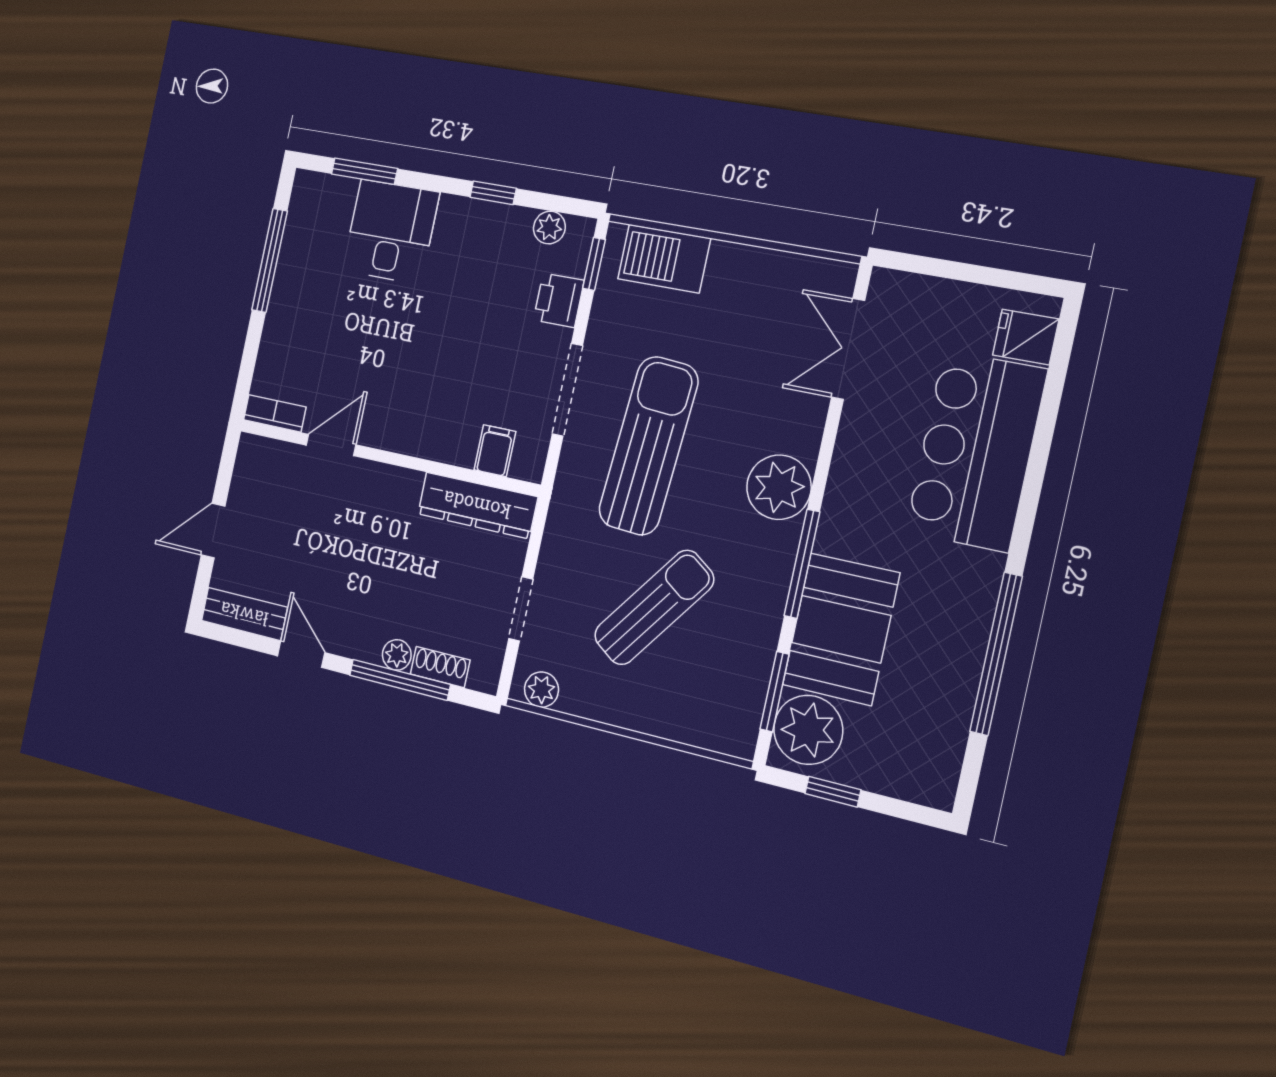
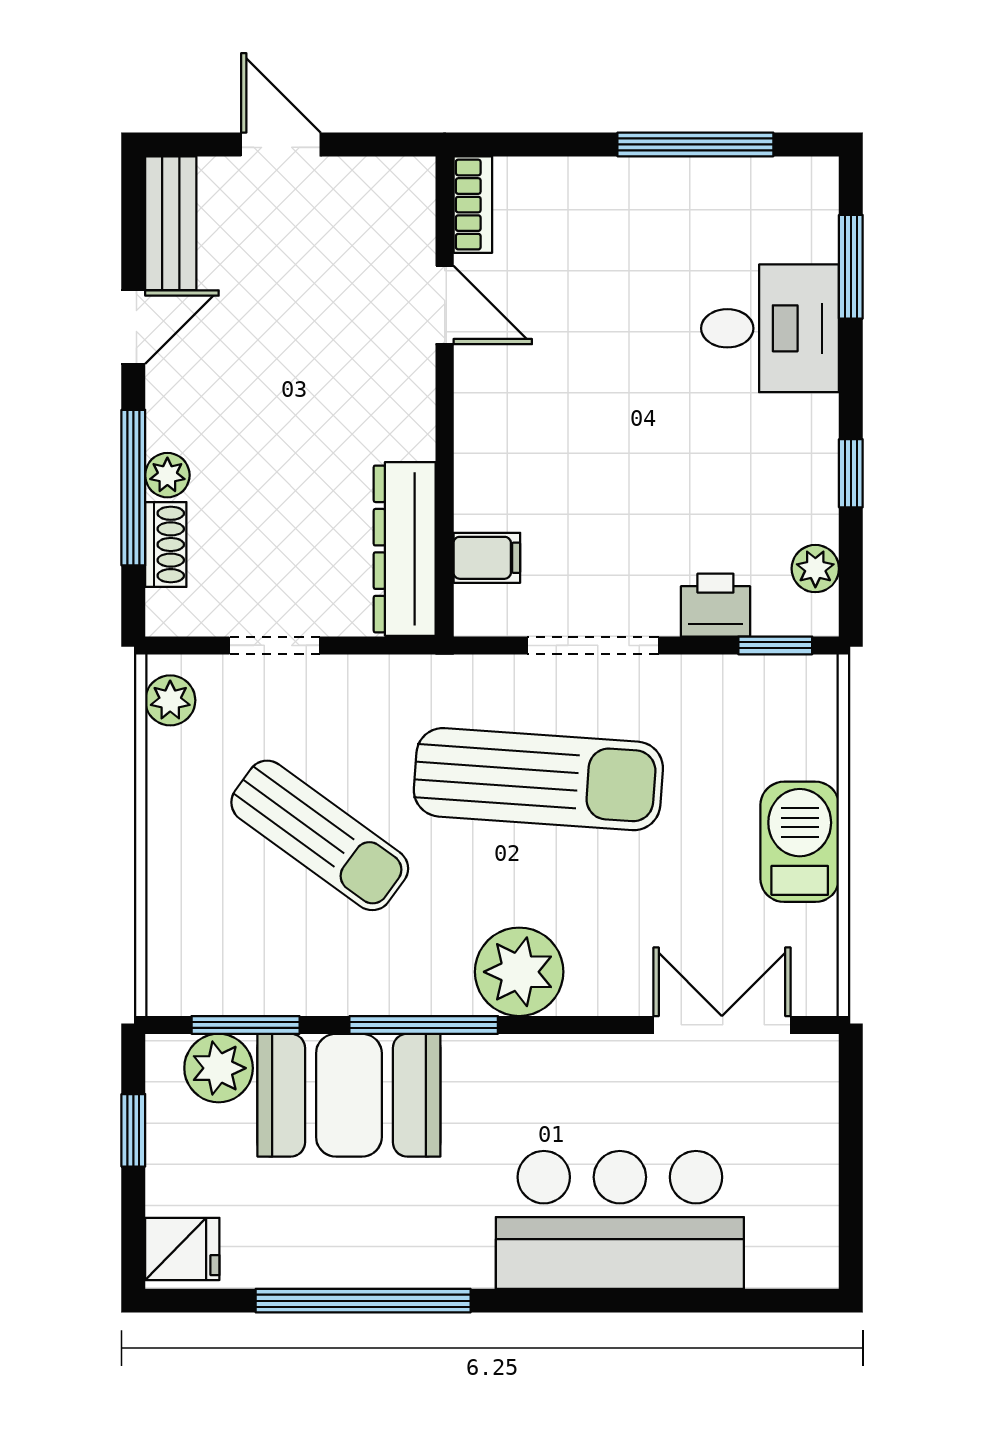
barbecue: (664, 259) -> (800, 842), moved
fridge: (1026, 337) -> (182, 1249), moved, turned 90
plant: (808, 730) -> (219, 1068), width x0.73, depth x0.73

